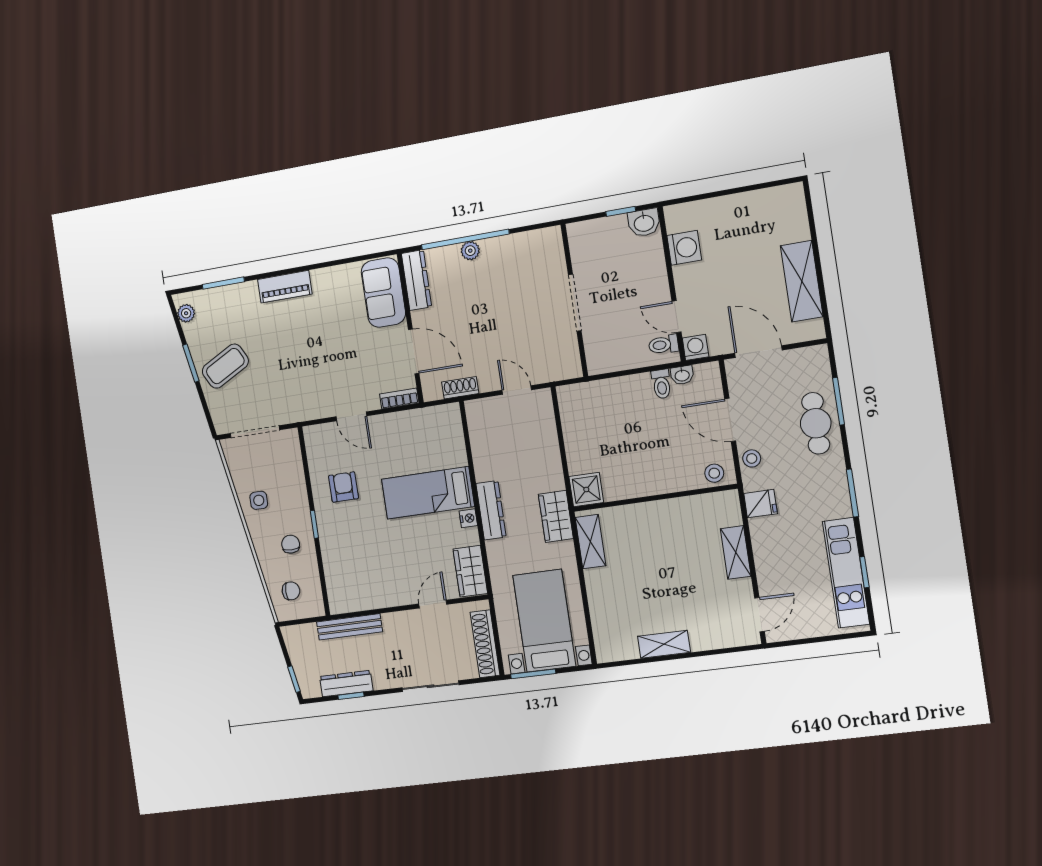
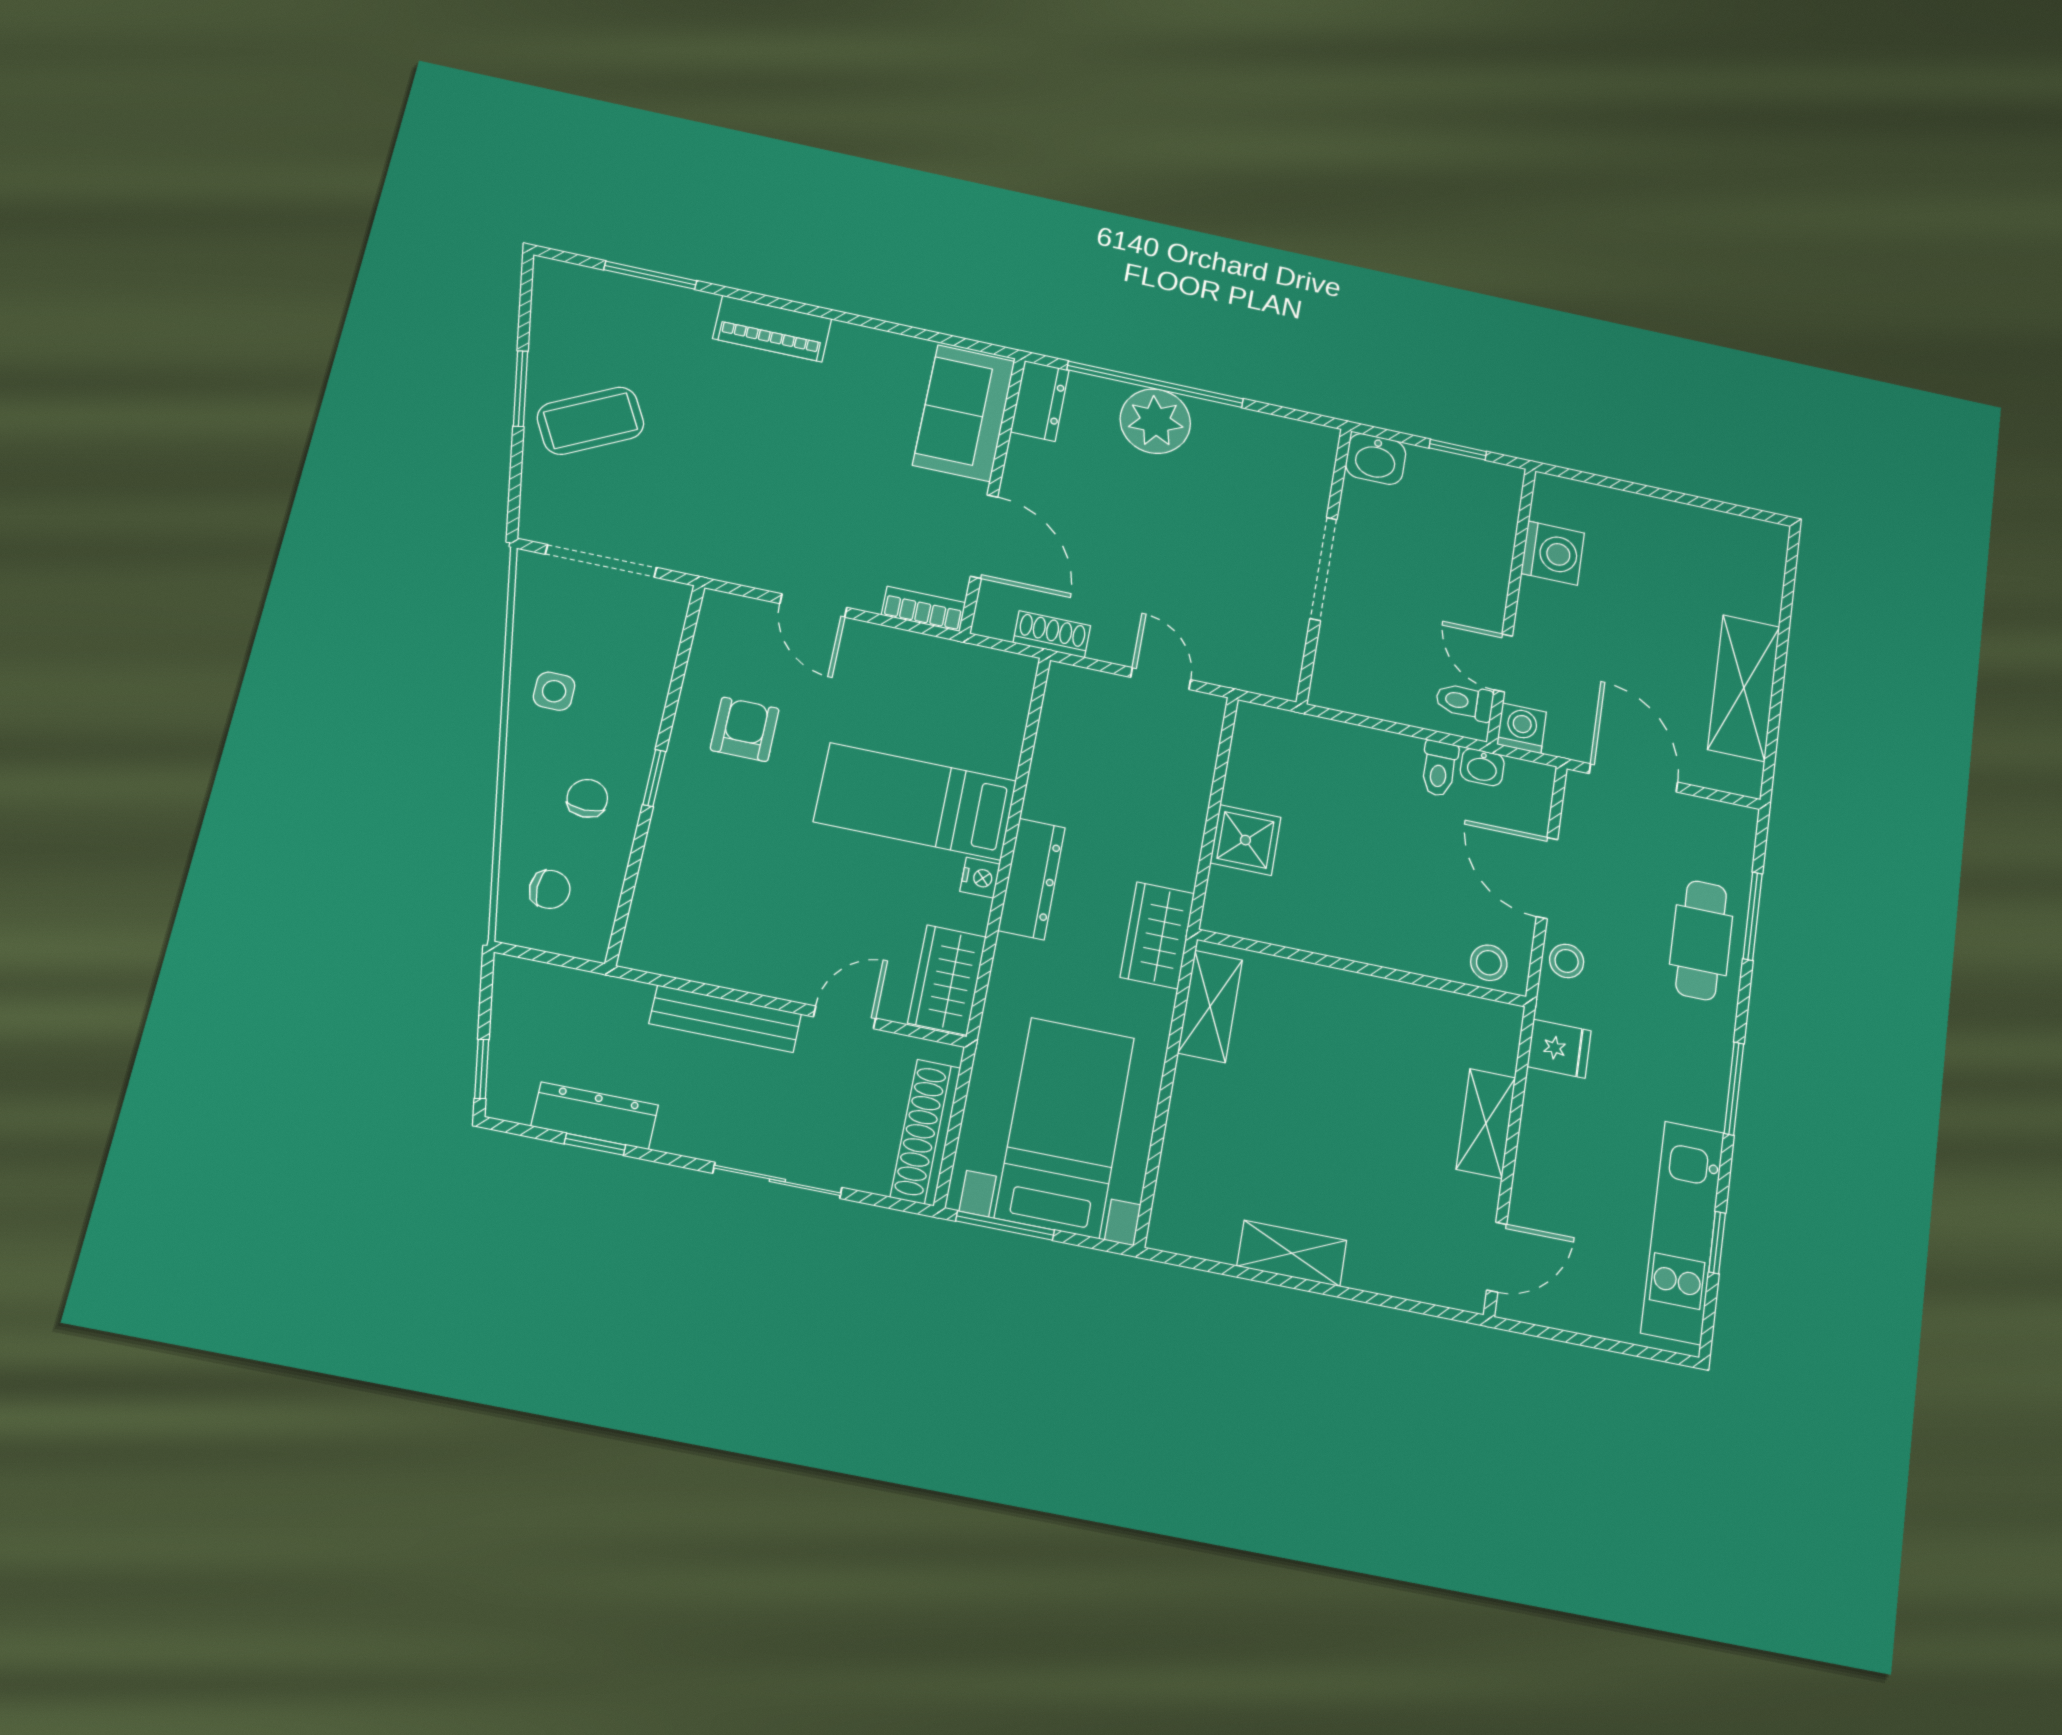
washbasin: (644, 223) -> (1376, 459), moved
plant: (470, 251) -> (1155, 421), width x1.88, depth x1.88
dresser: (417, 280) -> (1040, 401), width x0.70
plant: (186, 313) -> (550, 298), removed
shower: (586, 489) -> (1245, 840), moved
bench: (350, 627) -> (725, 1019), moved

